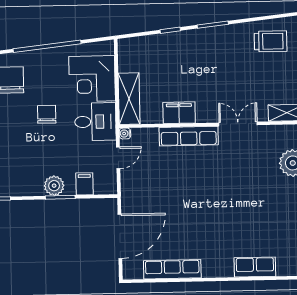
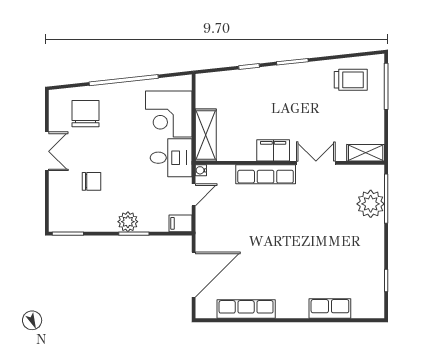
filing cabinet: (179, 113) -> (273, 150), moved
chair: (47, 114) -> (91, 181), moved, turned 90
filing cabinet: (84, 184) -> (180, 223), moved, turned -90

